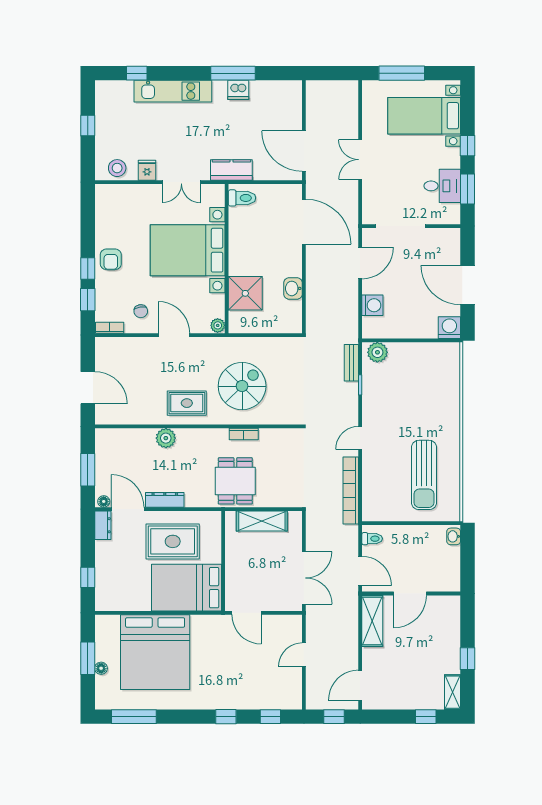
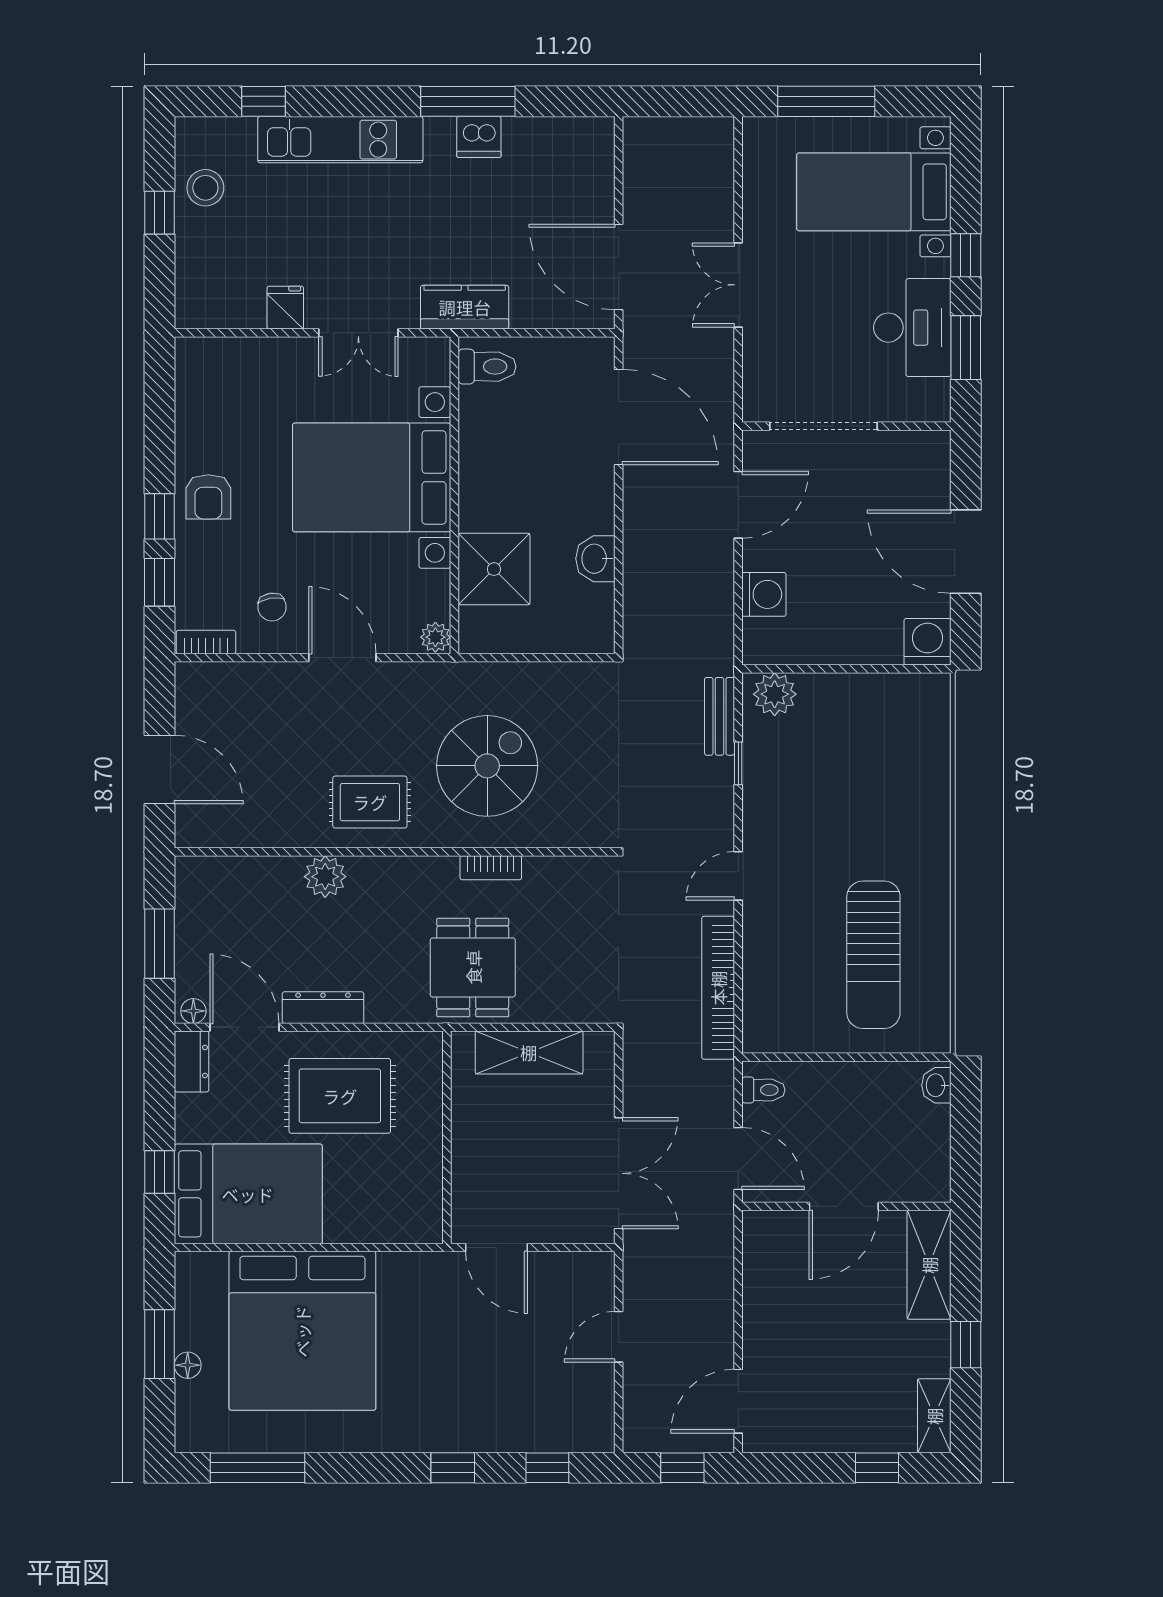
stool: (117, 168) -> (205, 188), moved
desk: (442, 186) -> (912, 328), width x1.37
bed: (187, 588) -> (248, 1194), moved, turned 180
shelving: (372, 621) -> (929, 1265), moved

